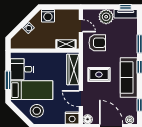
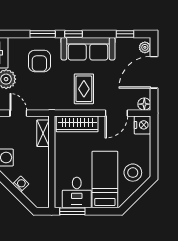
door: (81, 26) -> (18, 113), hinge flipped
armchair: (97, 43) -> (39, 61), moved, turned 180
window: (8, 80) -> (72, 211), moved

